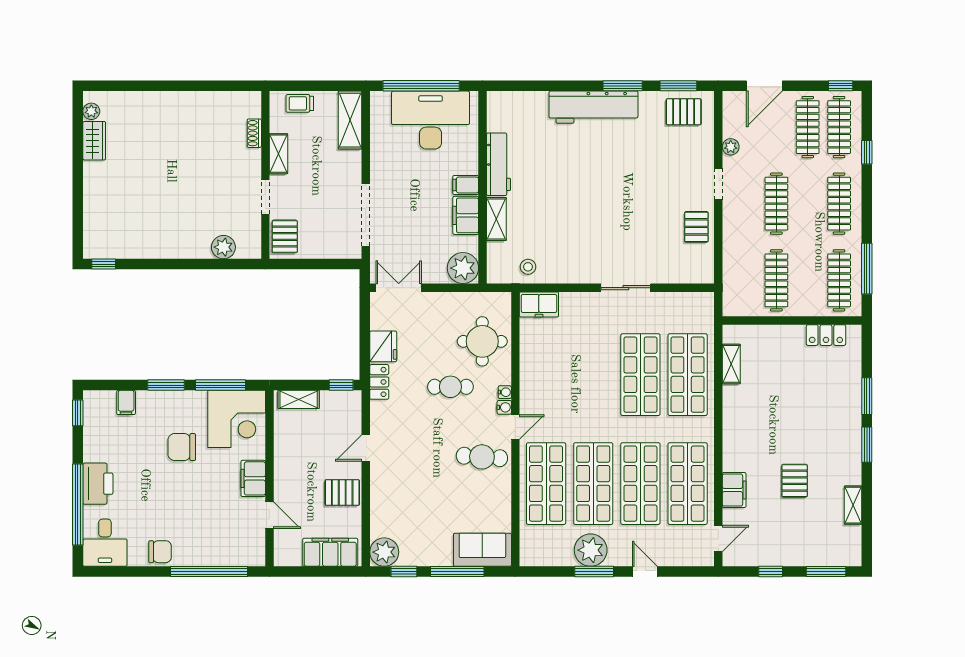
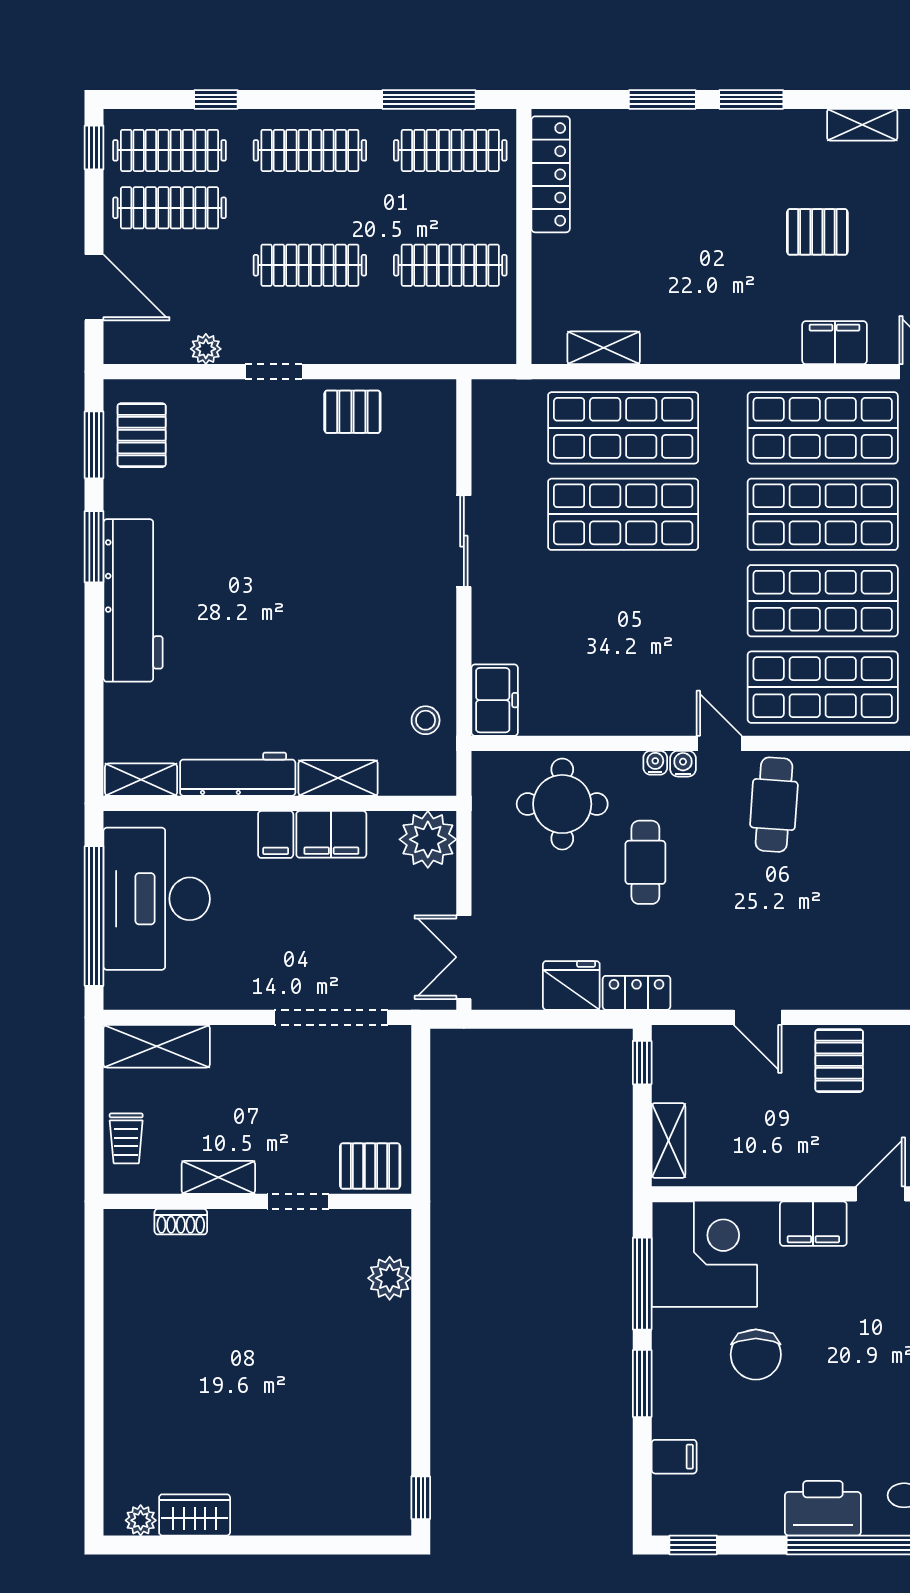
shelving: (496, 111) -> (141, 780), added
locker: (826, 335) -> (551, 174), width x1.53

